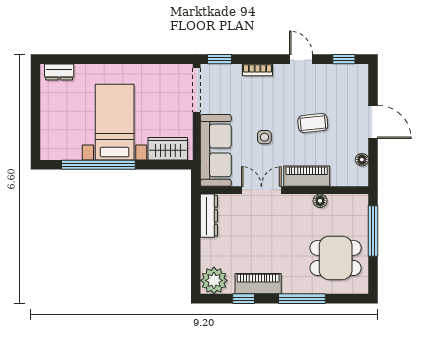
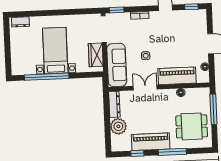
coffee table: (313, 123) -> (174, 46), removed
wardrobe: (168, 149) -> (96, 55), moved, turned -90
piano: (307, 176) -> (177, 76), width x1.37, depth x1.33
plant: (214, 280) -> (118, 126), moved
piano: (258, 284) -> (151, 142), width x1.37, depth x1.33

